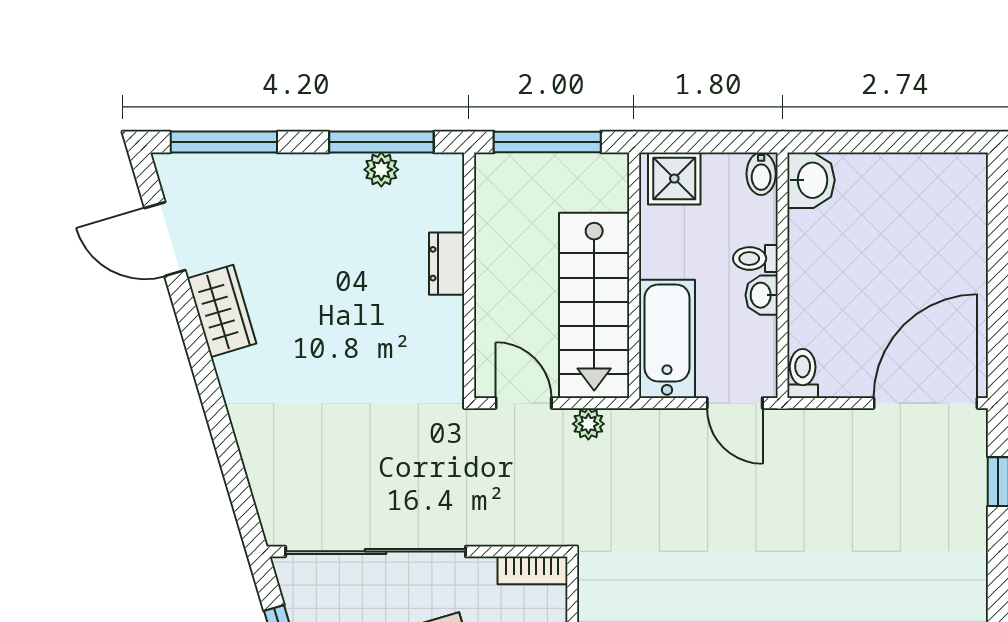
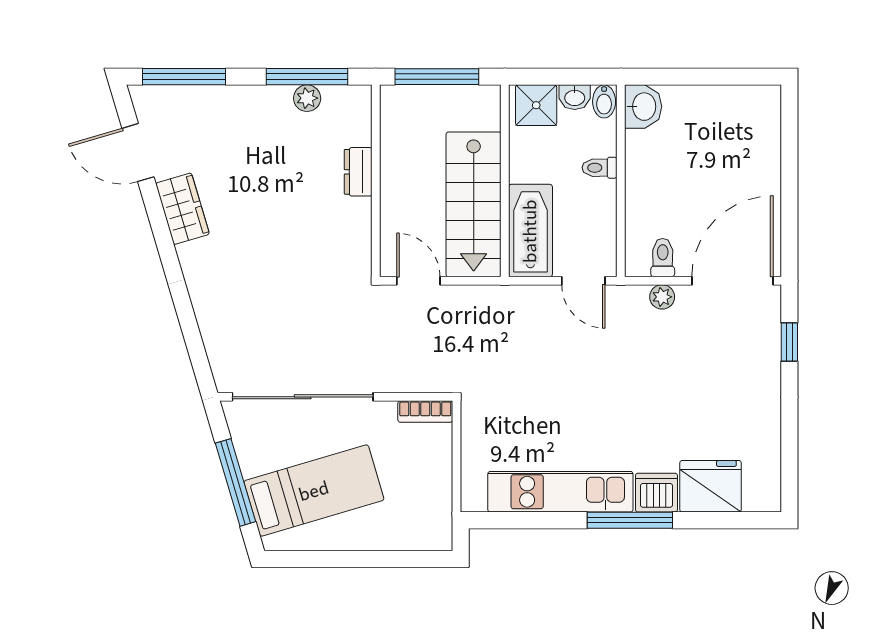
washbasin: (762, 295) -> (575, 97), moved, turned -90
toilet: (803, 373) -> (663, 258), moved
plant: (588, 424) -> (662, 297), moved

